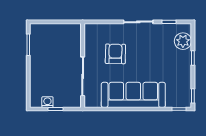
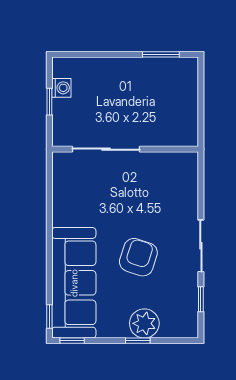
plant: (183, 41) -> (144, 323), moved
armchair: (115, 54) -> (138, 257), moved, turned -73
sofa: (133, 95) -> (74, 283), moved

